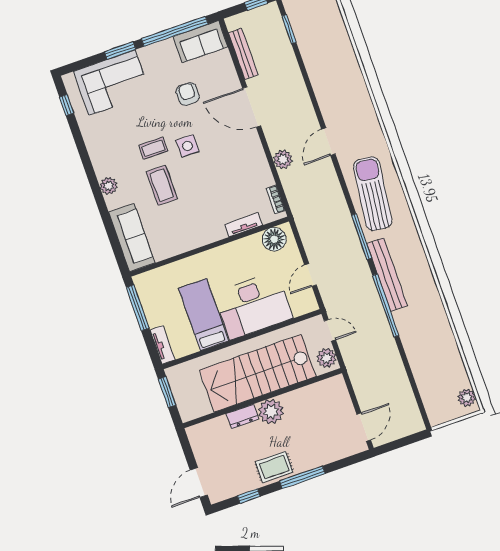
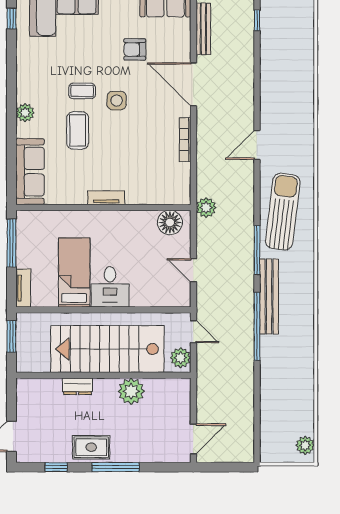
window: (289, 29) -> (257, 20), width x0.67
armchair: (188, 94) -> (135, 49), turned -90
plant: (283, 159) -> (206, 208), moved
bookcase: (276, 199) -> (185, 140), moved, width x1.56
tv unit: (244, 225) -> (106, 198), moved
door: (310, 275) -> (193, 270), hinge flipped
desk: (253, 306) -> (110, 287), width x0.53, depth x0.77
plant: (271, 411) -> (131, 391), moved

